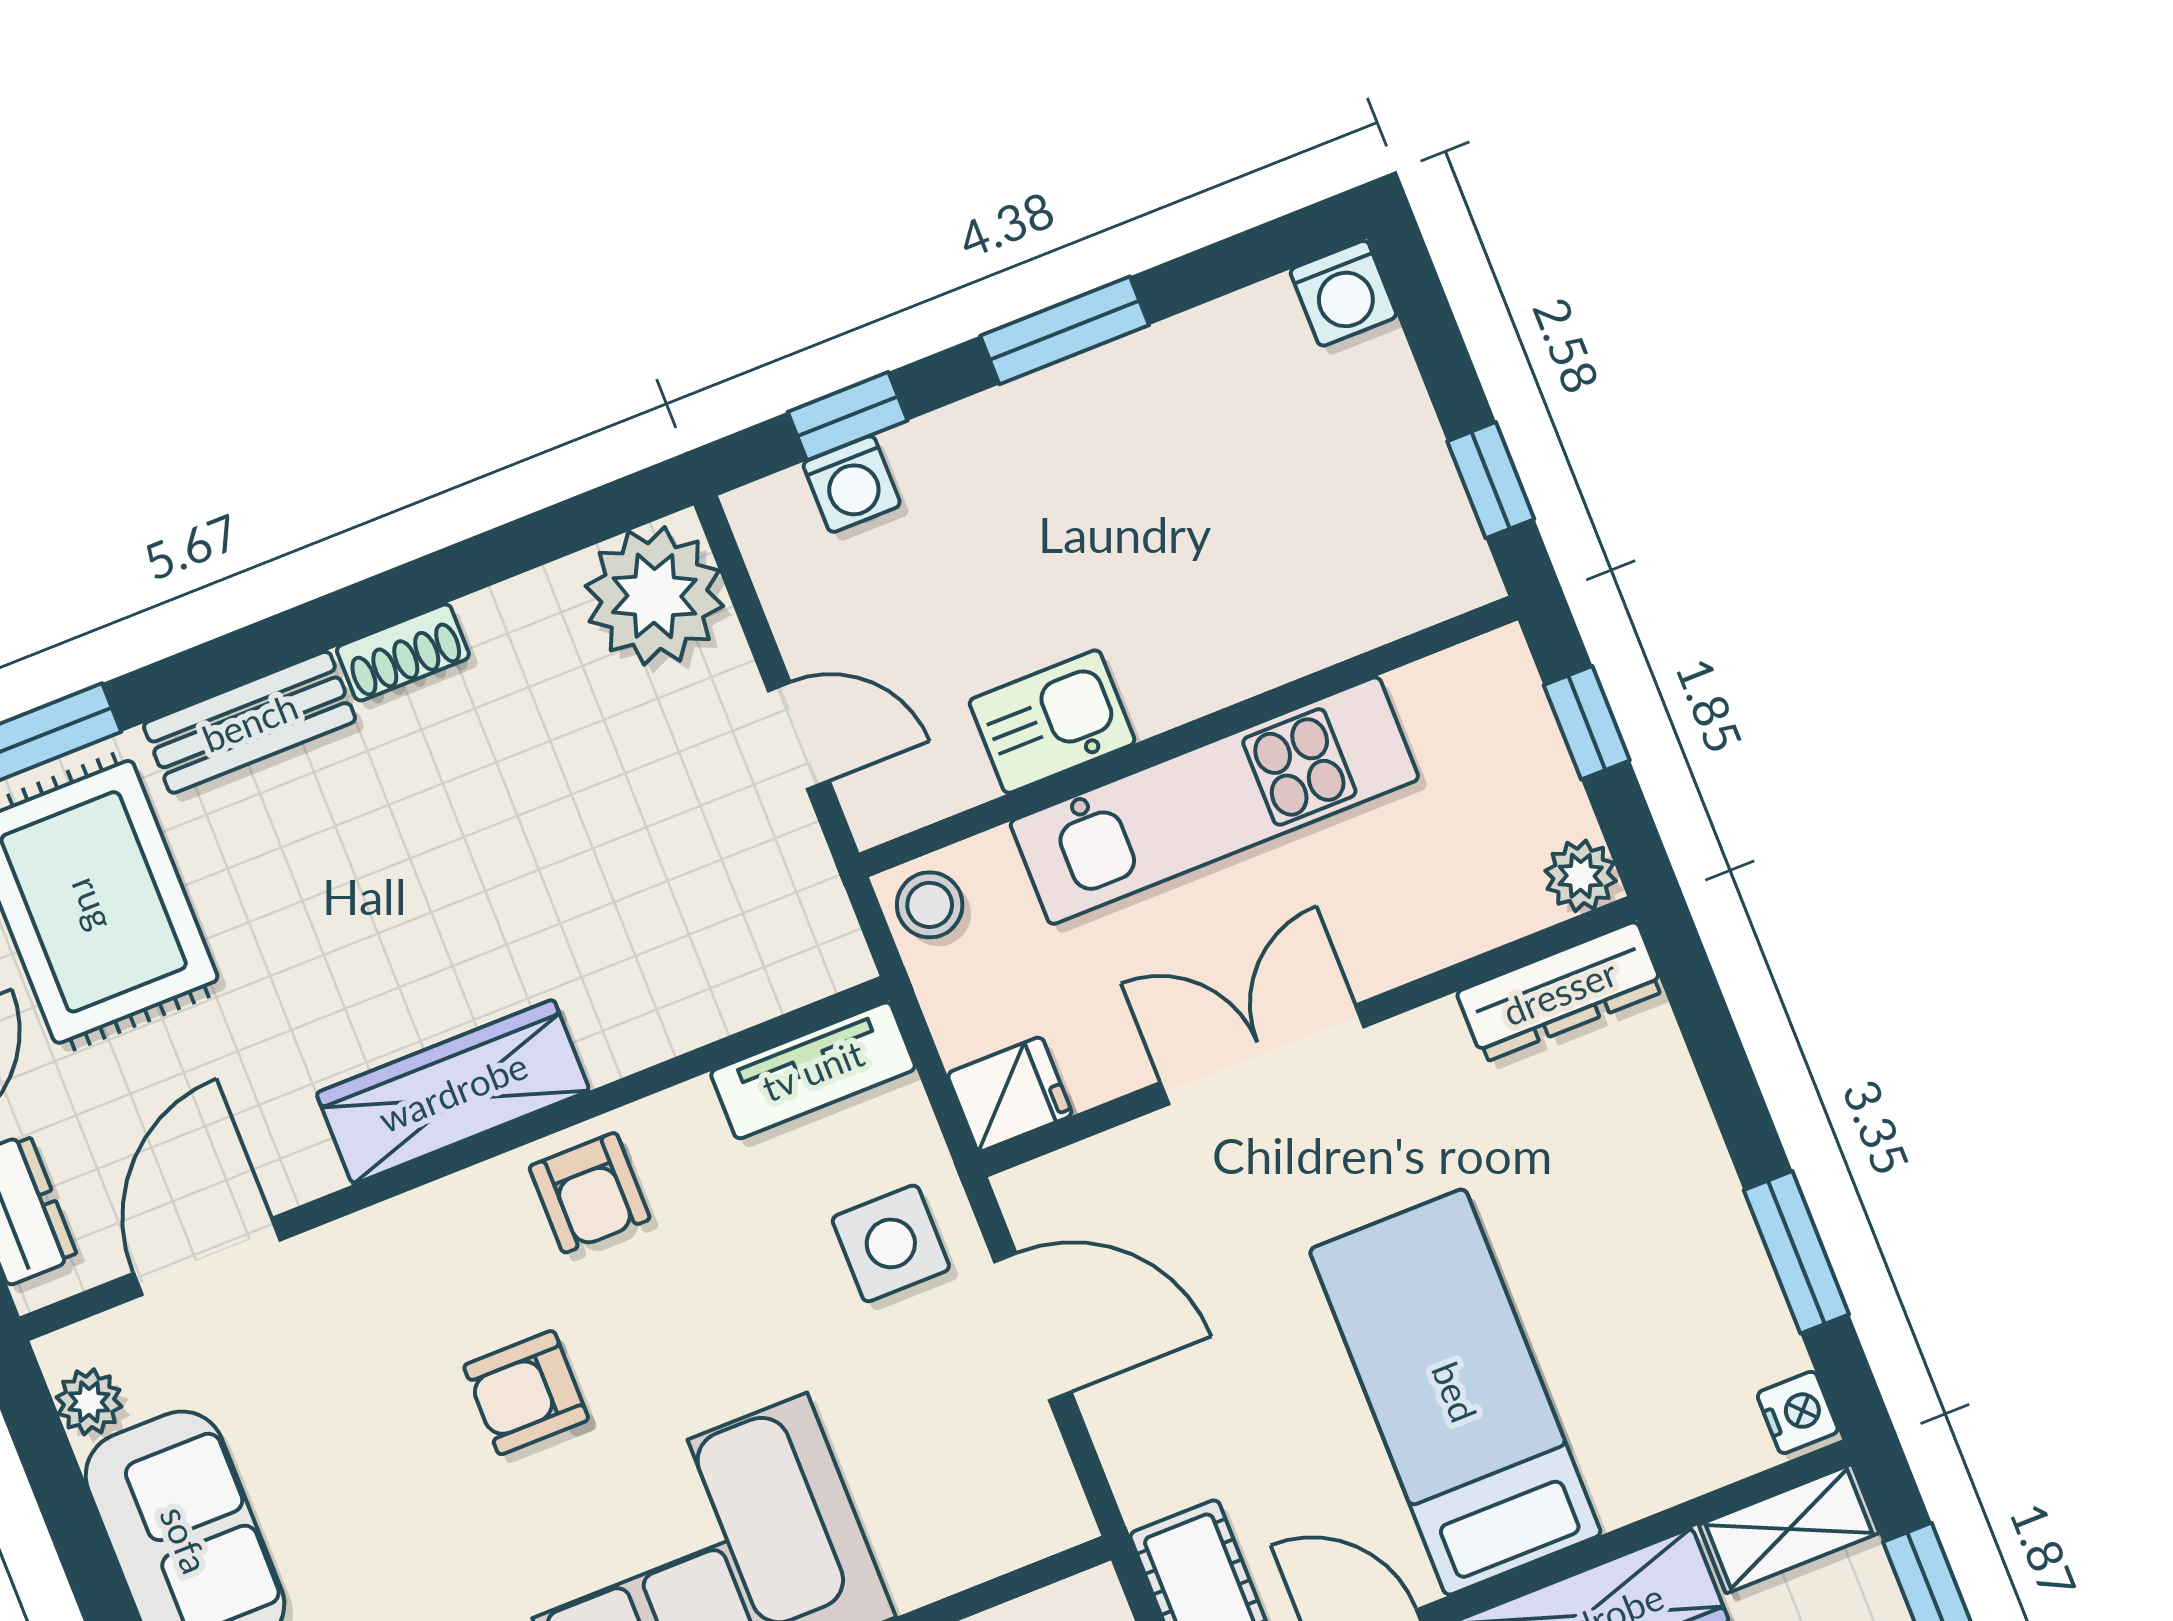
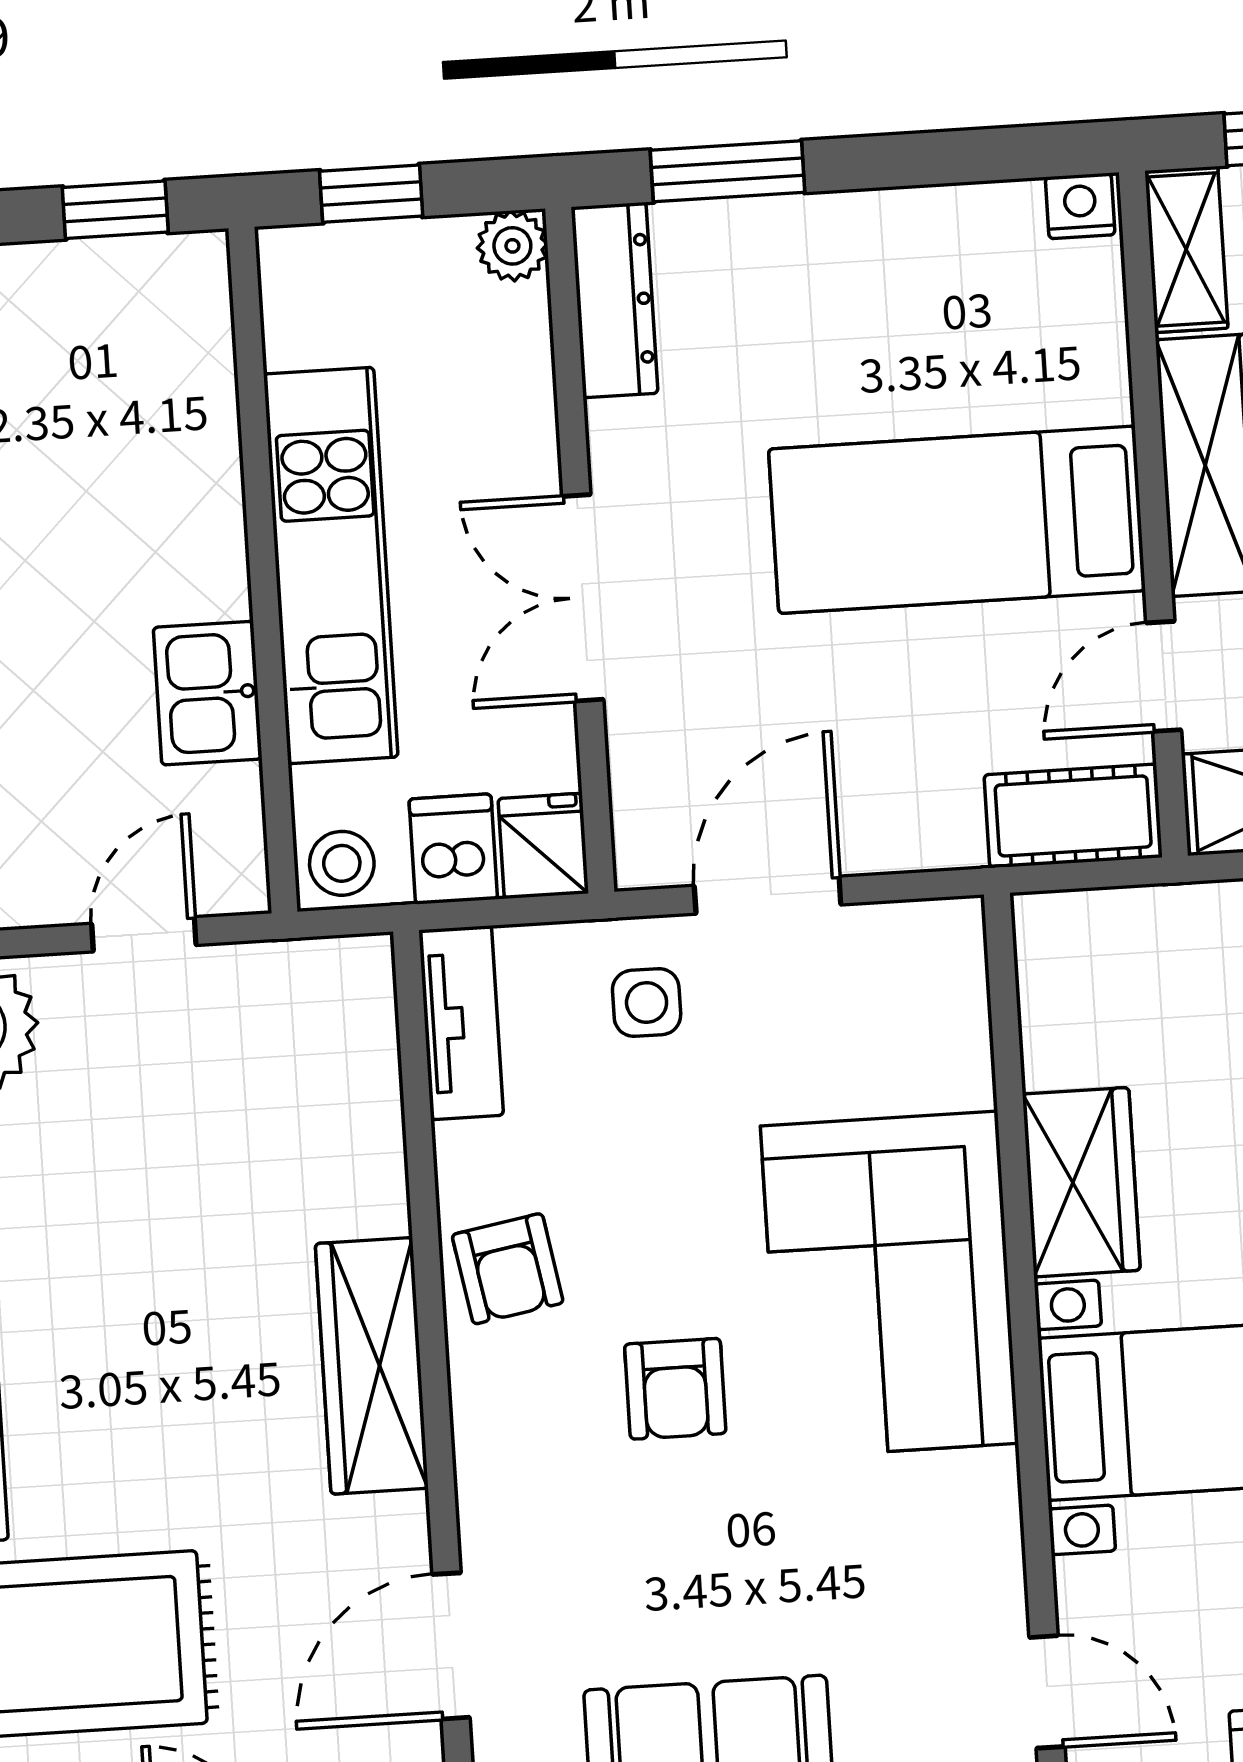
dishwasher: (979, 1008) -> (453, 849), added
armchair: (590, 1193) -> (508, 1269), turned 80
side table: (891, 1243) -> (647, 1003), width x0.73, depth x0.73
window: (1796, 1252) -> (727, 171), moved
door: (207, 1257) -> (451, 1646), hinge flipped

